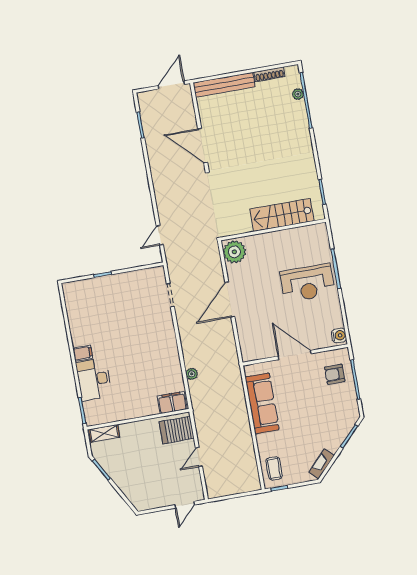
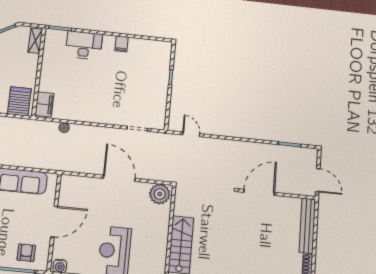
filing cabinet: (83, 353) -> (122, 44), moved

